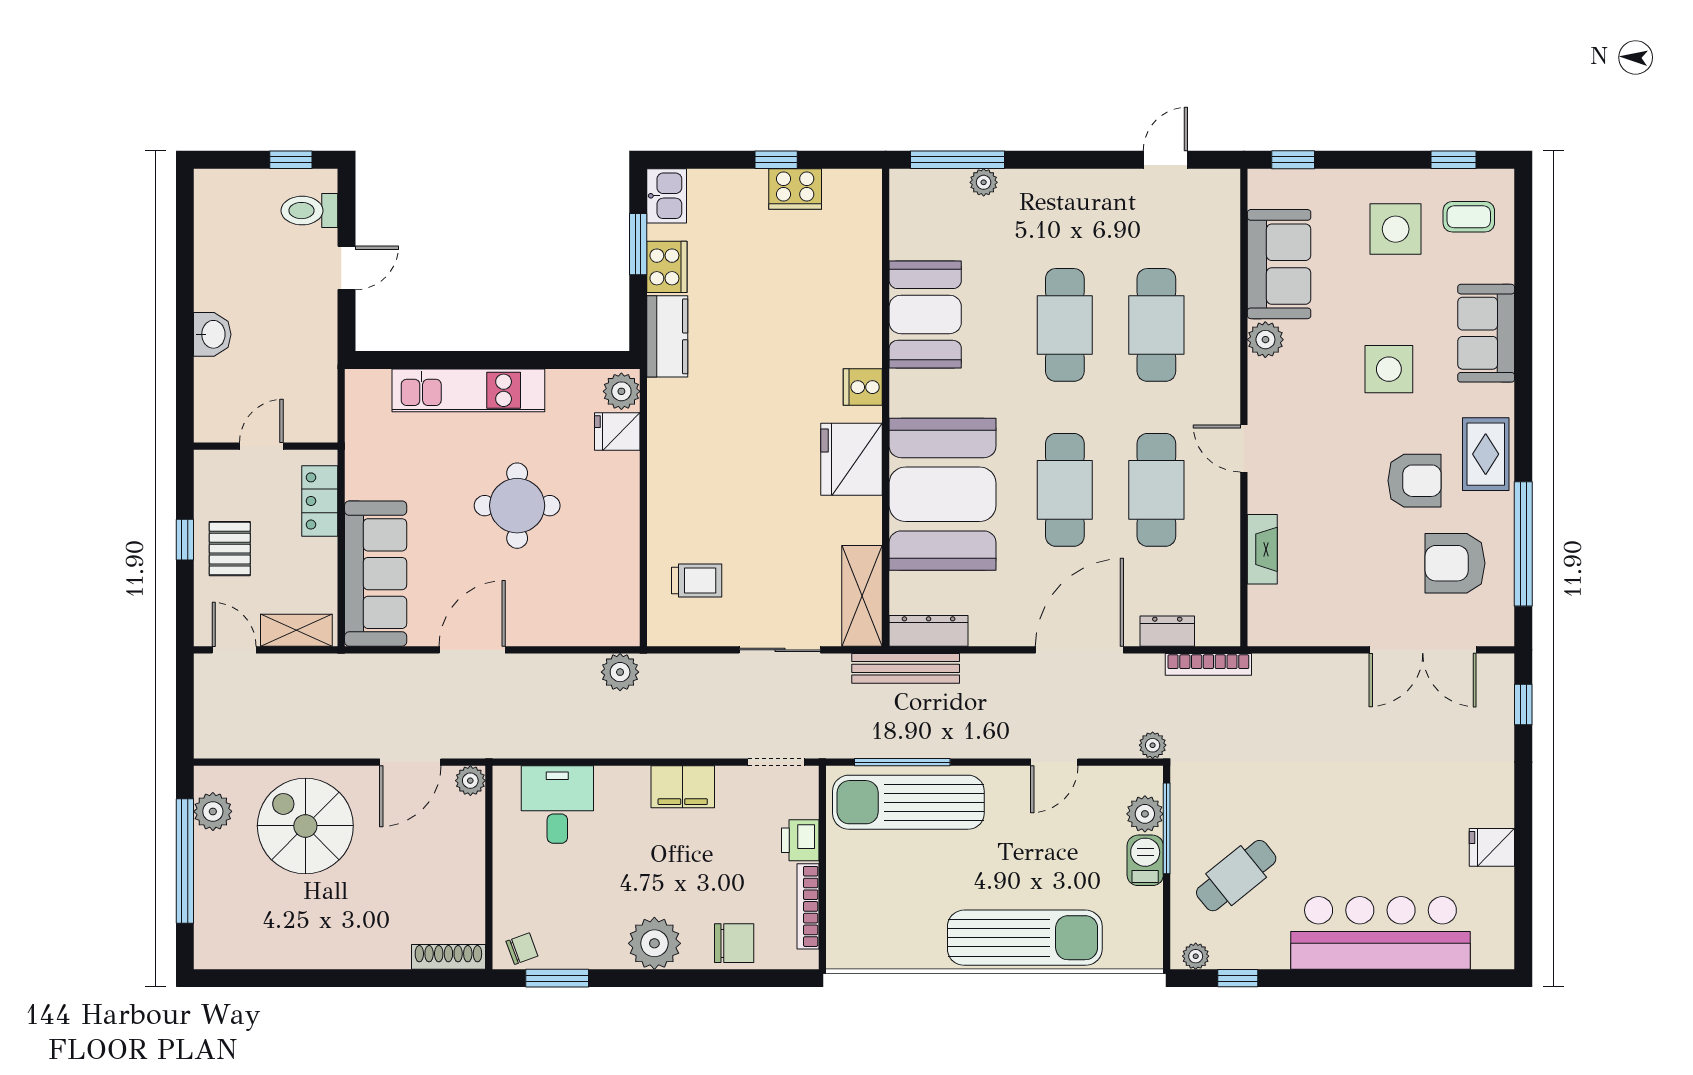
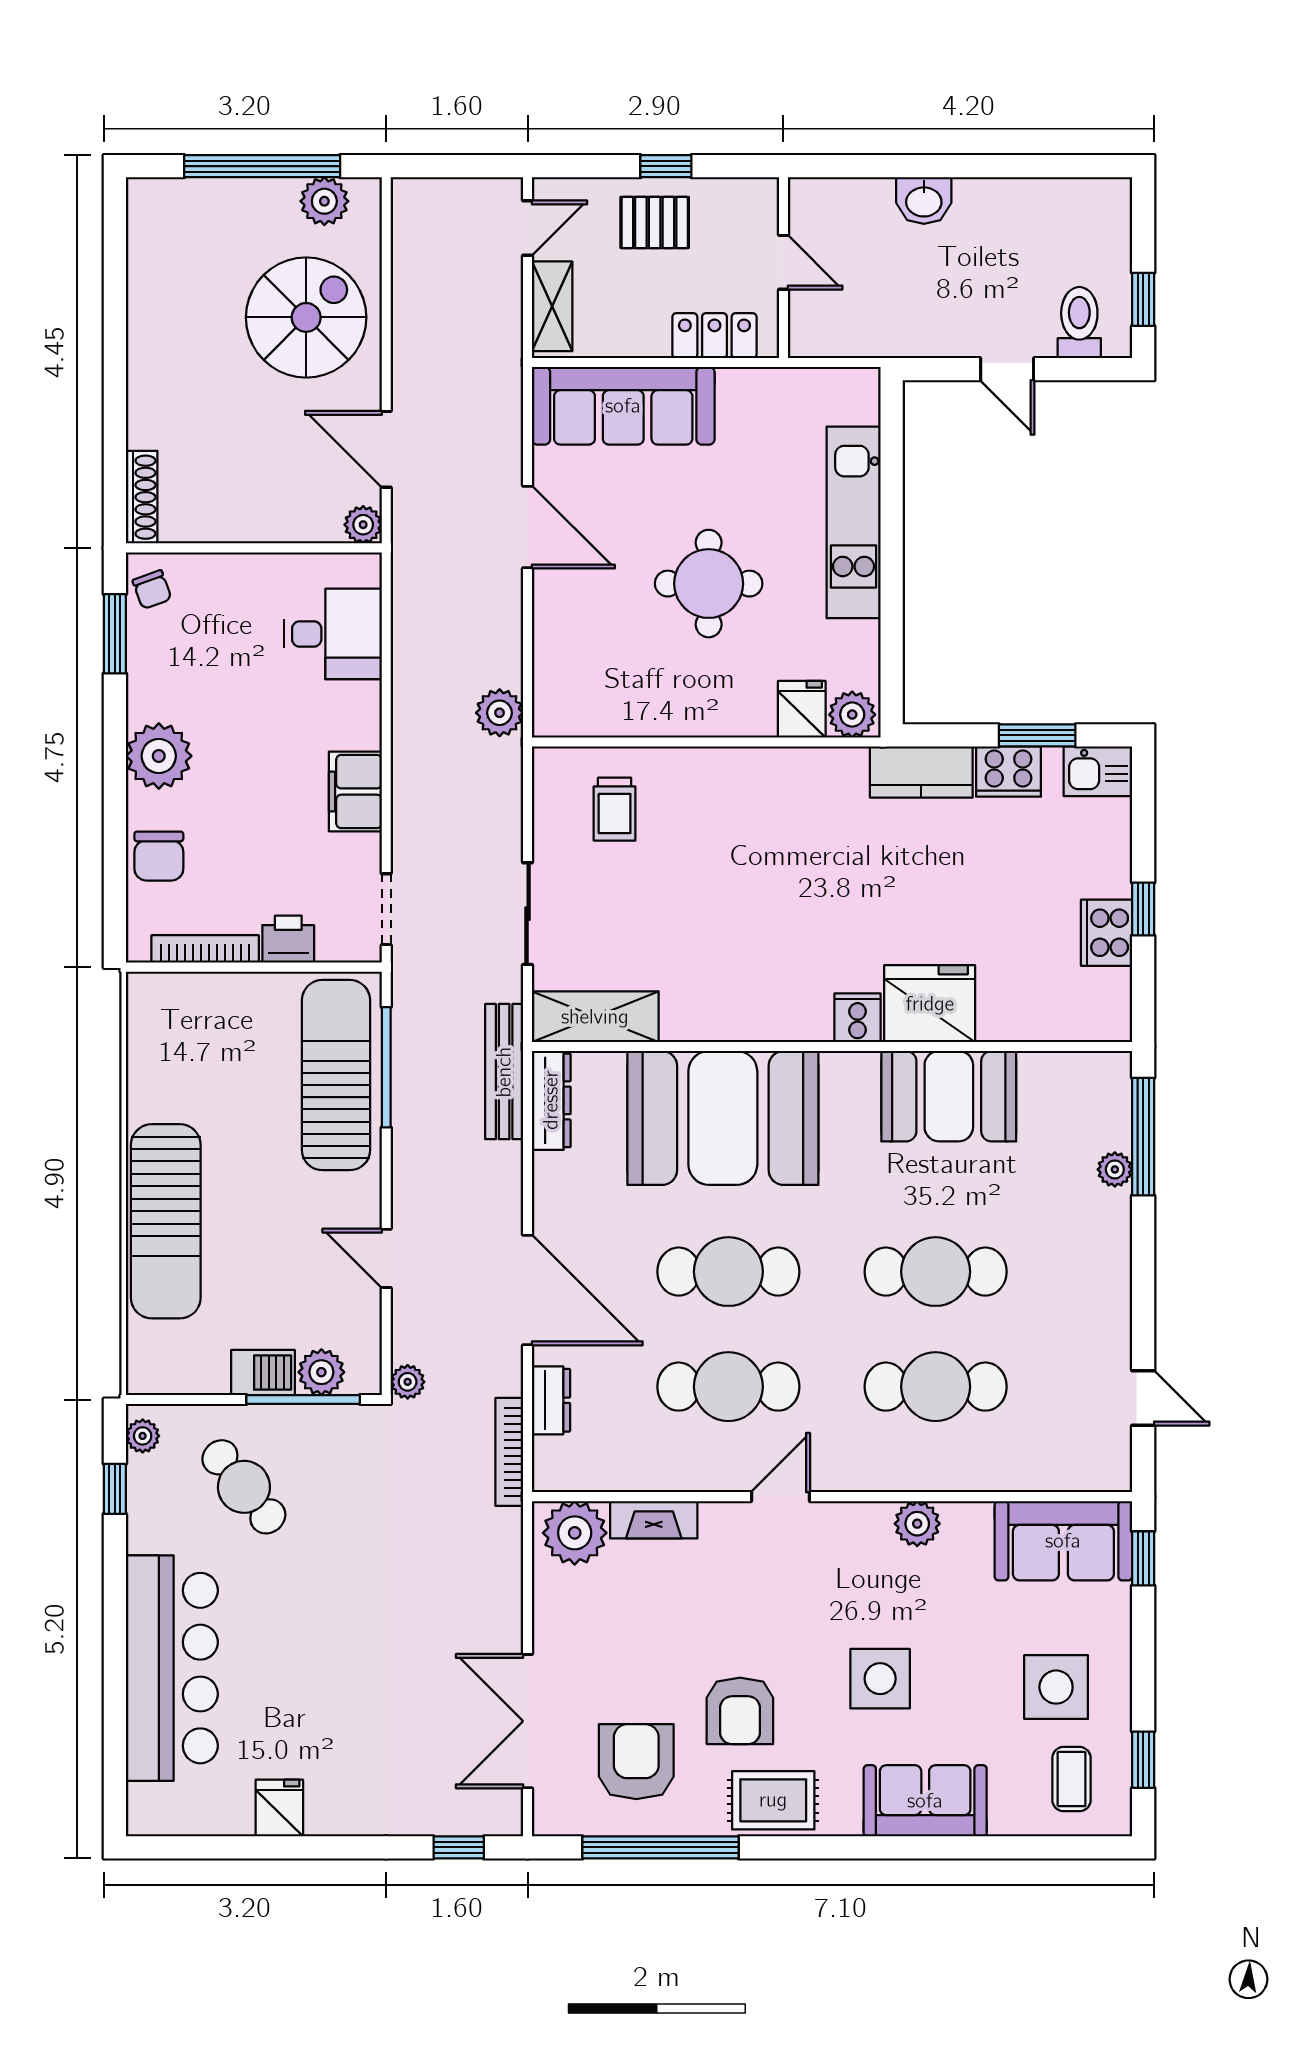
sofa: (1279, 264) -> (1063, 1541), moved
fridge: (852, 459) -> (930, 1004), moved
plant: (1273, 612) -> (575, 1533), added

